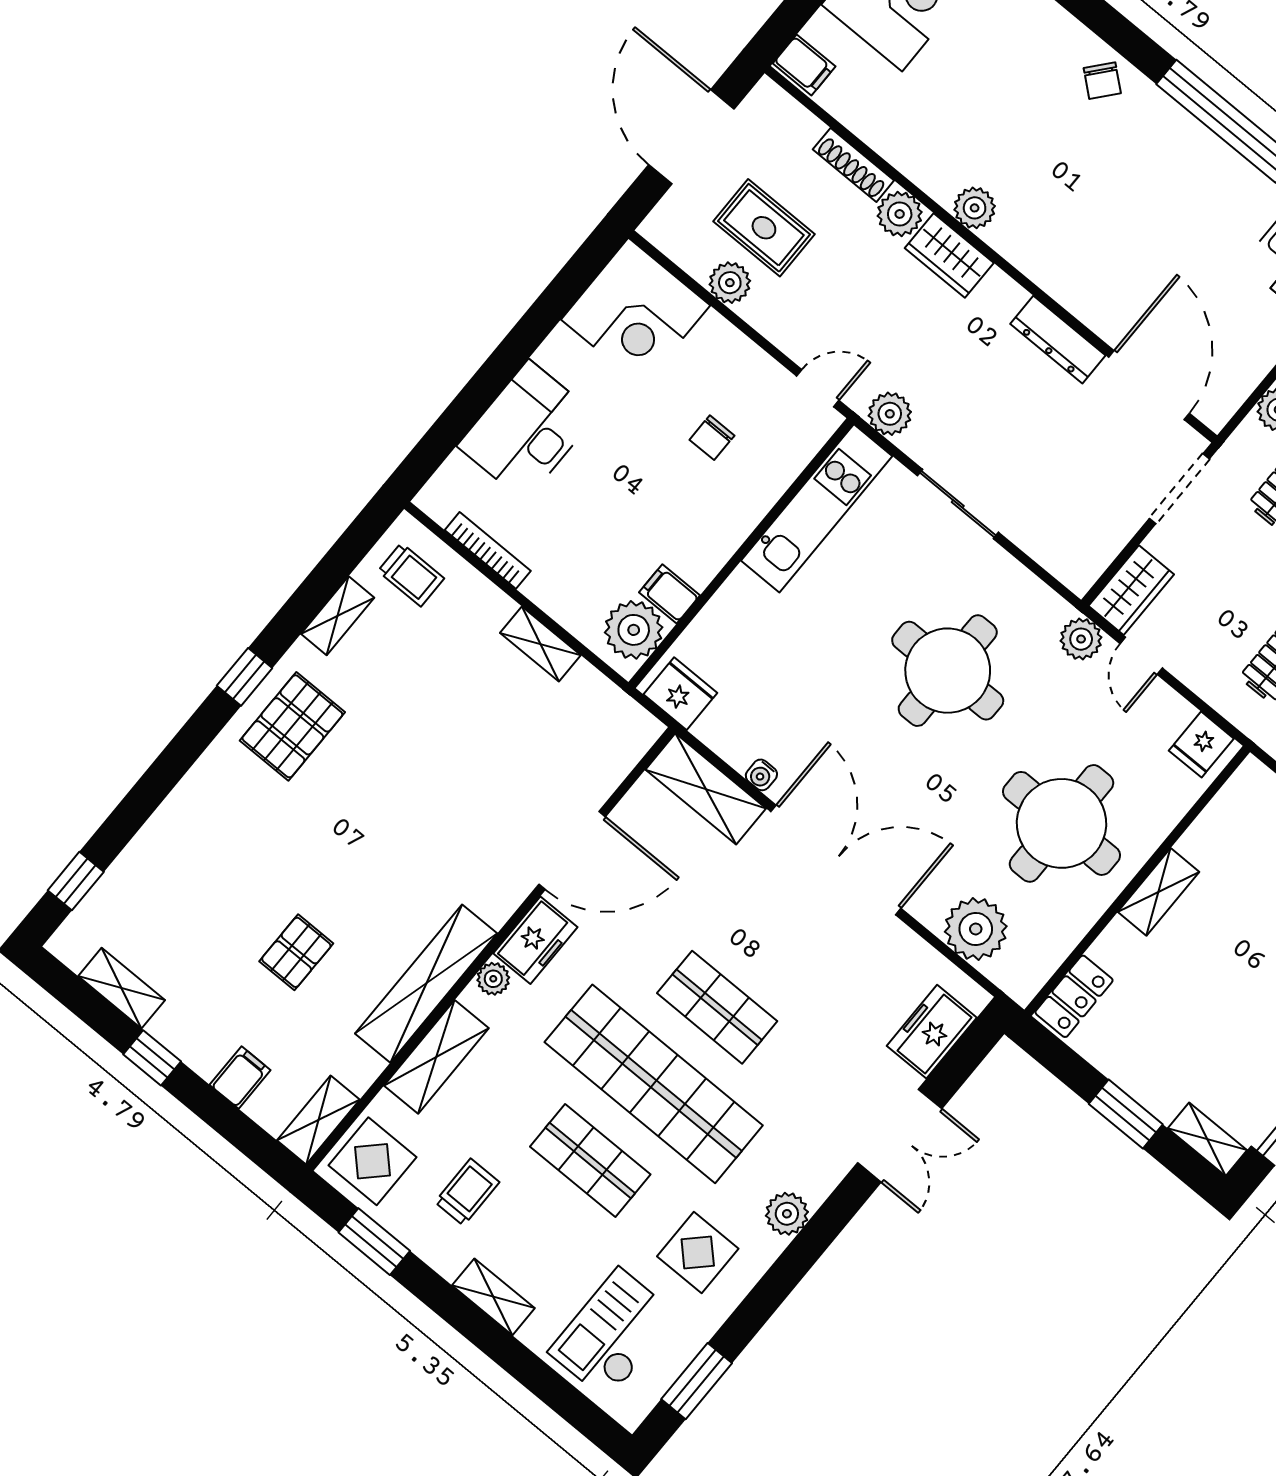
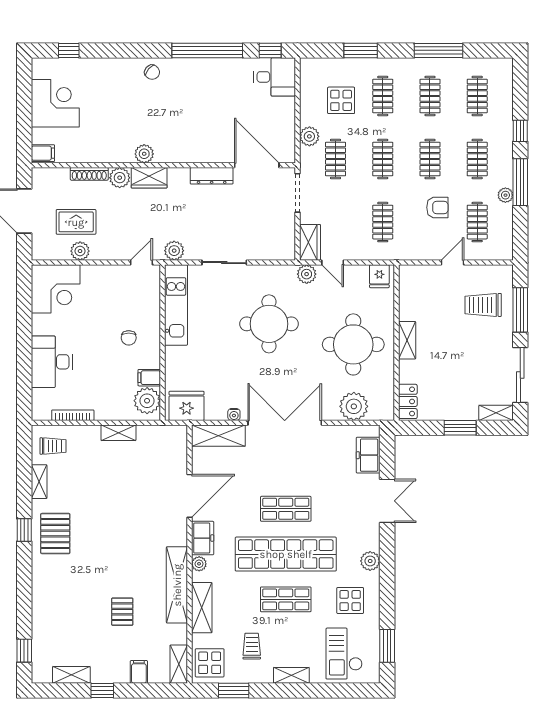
chair: (712, 438) -> (129, 338), moved
fridge: (680, 694) -> (187, 406), width x1.36, depth x1.34

